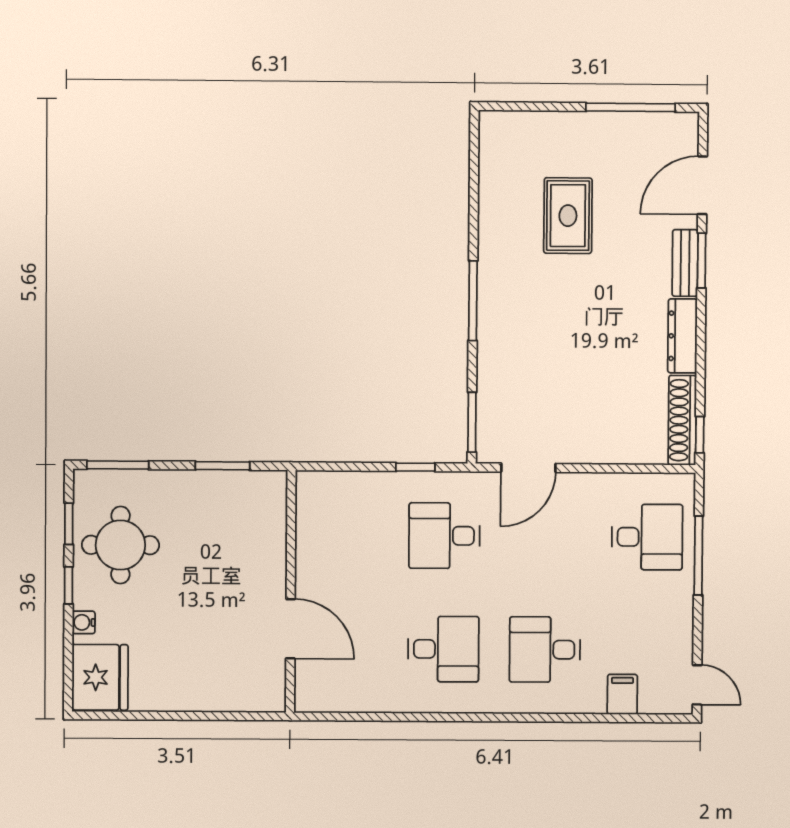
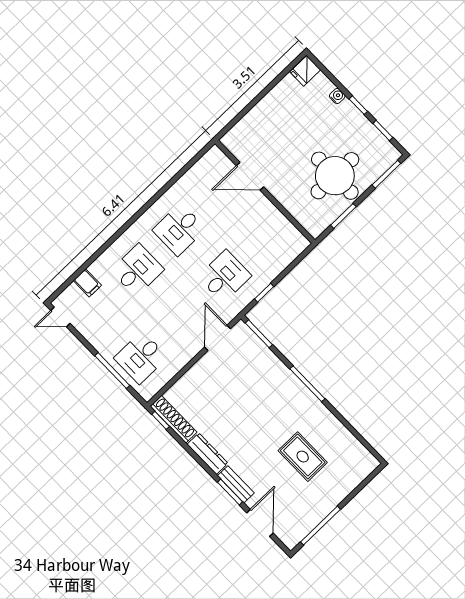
round table: (120, 545) -> (335, 176), moved, width x1.36, depth x1.36
fridge: (100, 677) -> (305, 71), width x0.53, depth x0.75

